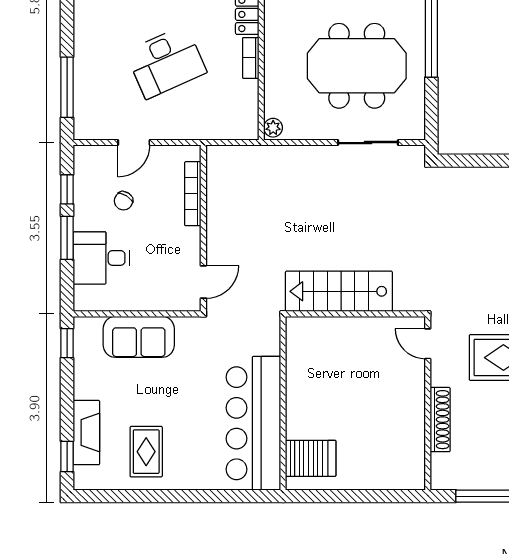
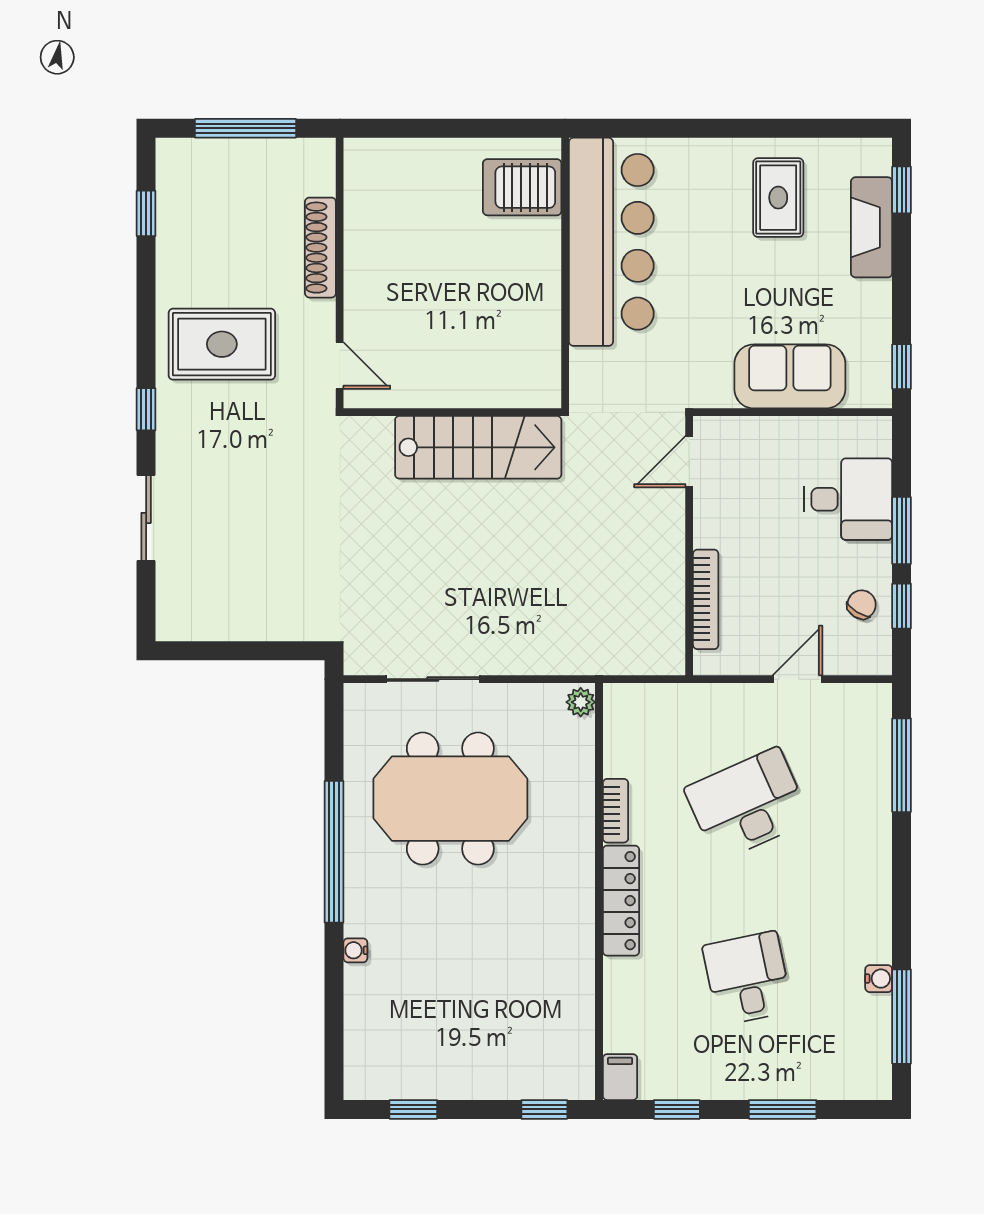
chair: (124, 201) -> (862, 605), moved

